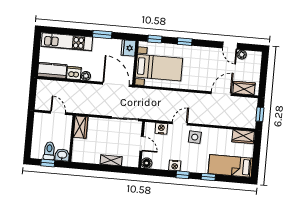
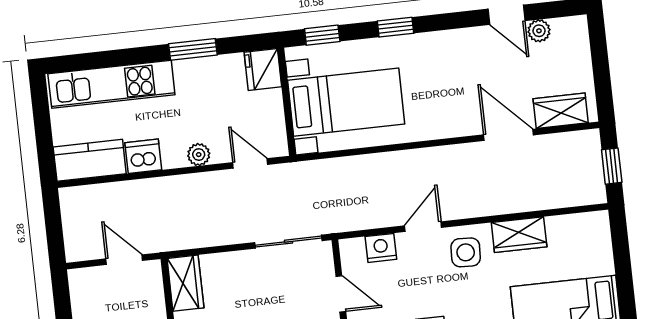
plant: (86, 76) -> (199, 155), moved
door: (116, 84) -> (250, 163), width x0.53
door: (221, 94) -> (509, 135), hinge flipped
wardrobe: (243, 137) -> (519, 235), moved

